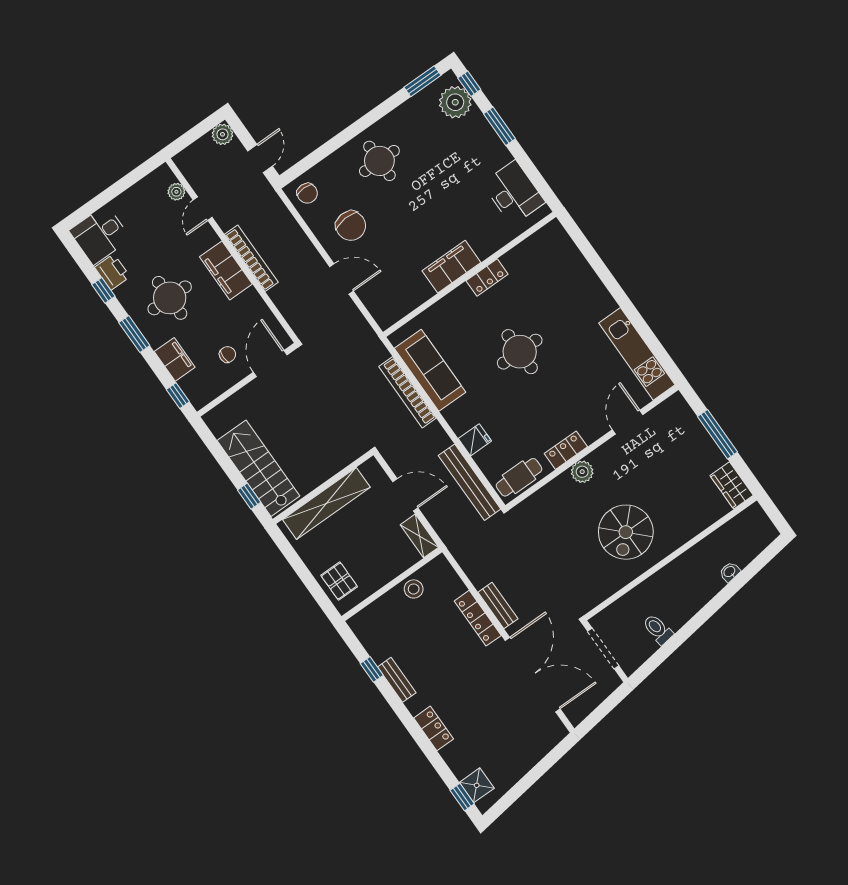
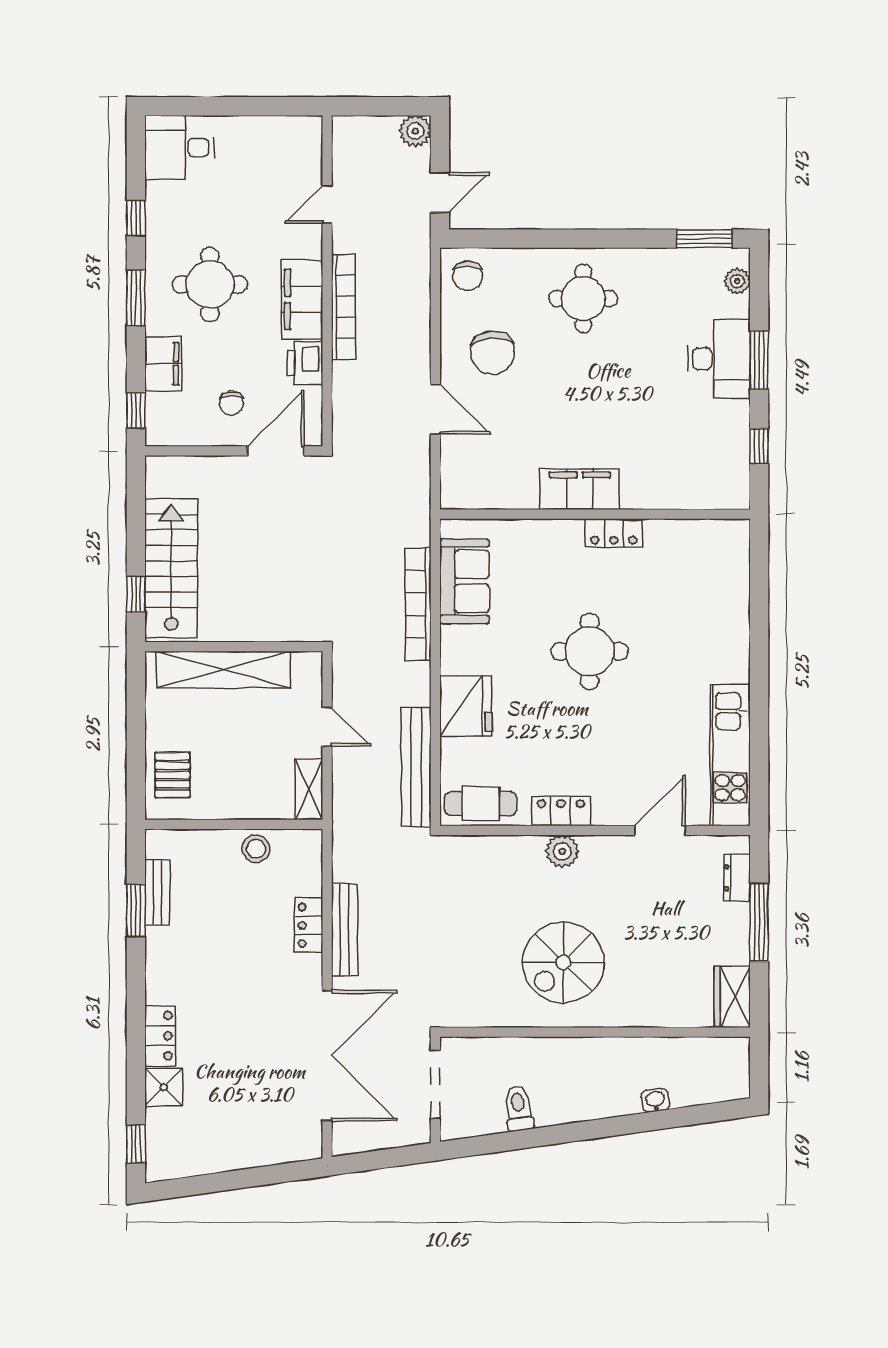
window: (469, 84) -> (759, 446), moved
plant: (455, 102) -> (737, 281), width x0.53, depth x0.53
plant: (176, 192) -> (310, 161), removed
desk: (514, 193) -> (719, 359), moved
printer: (112, 272) -> (305, 363), moved, turned 180
chair: (227, 354) -> (232, 403), turned 90
sofa: (430, 370) -> (465, 581), width x0.73
dresser: (688, 418) -> (737, 878), added
fridge: (475, 440) -> (466, 706), width x1.88, depth x1.34
door: (405, 495) -> (327, 727), width x0.73
bench: (498, 606) -> (344, 929), width x1.36
locker: (478, 618) -> (309, 925), width x0.66
window: (372, 669) -> (136, 911), width x1.50
bench: (397, 680) -> (157, 892), moved
shower: (477, 785) -> (164, 1087), moved

